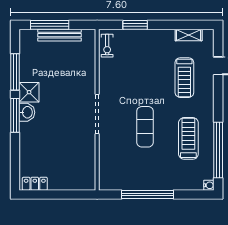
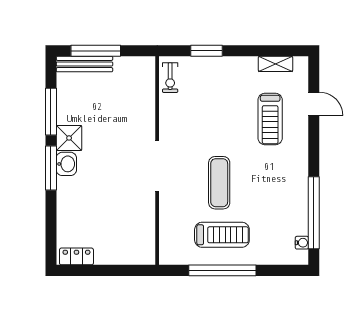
bench: (59, 35) -> (84, 64), moved
treadmill: (188, 138) -> (222, 235), moved, turned 90
water cooler: (209, 185) -> (302, 243), moved

